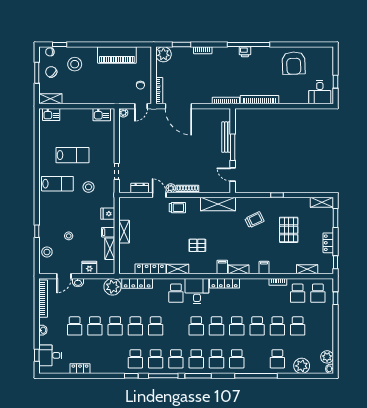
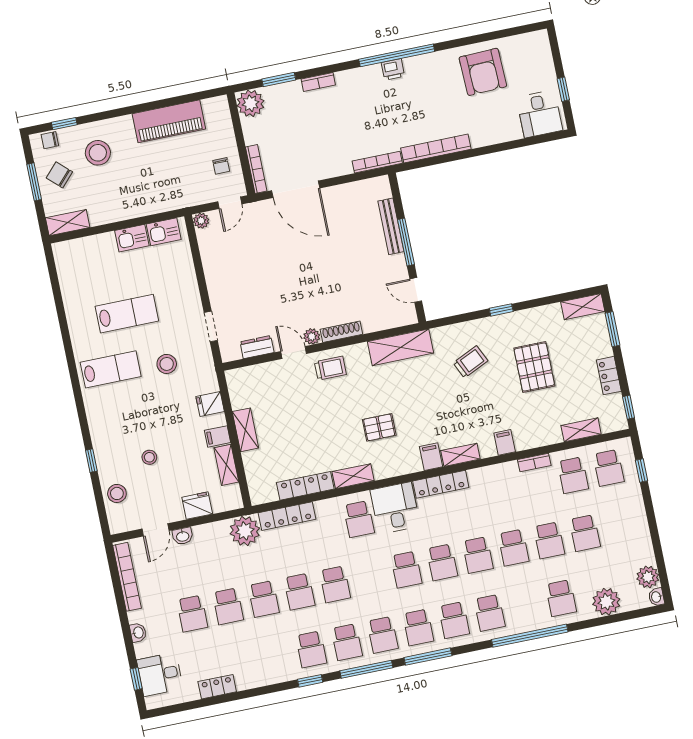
kitchen sink: (51, 114) -> (132, 238), moved

